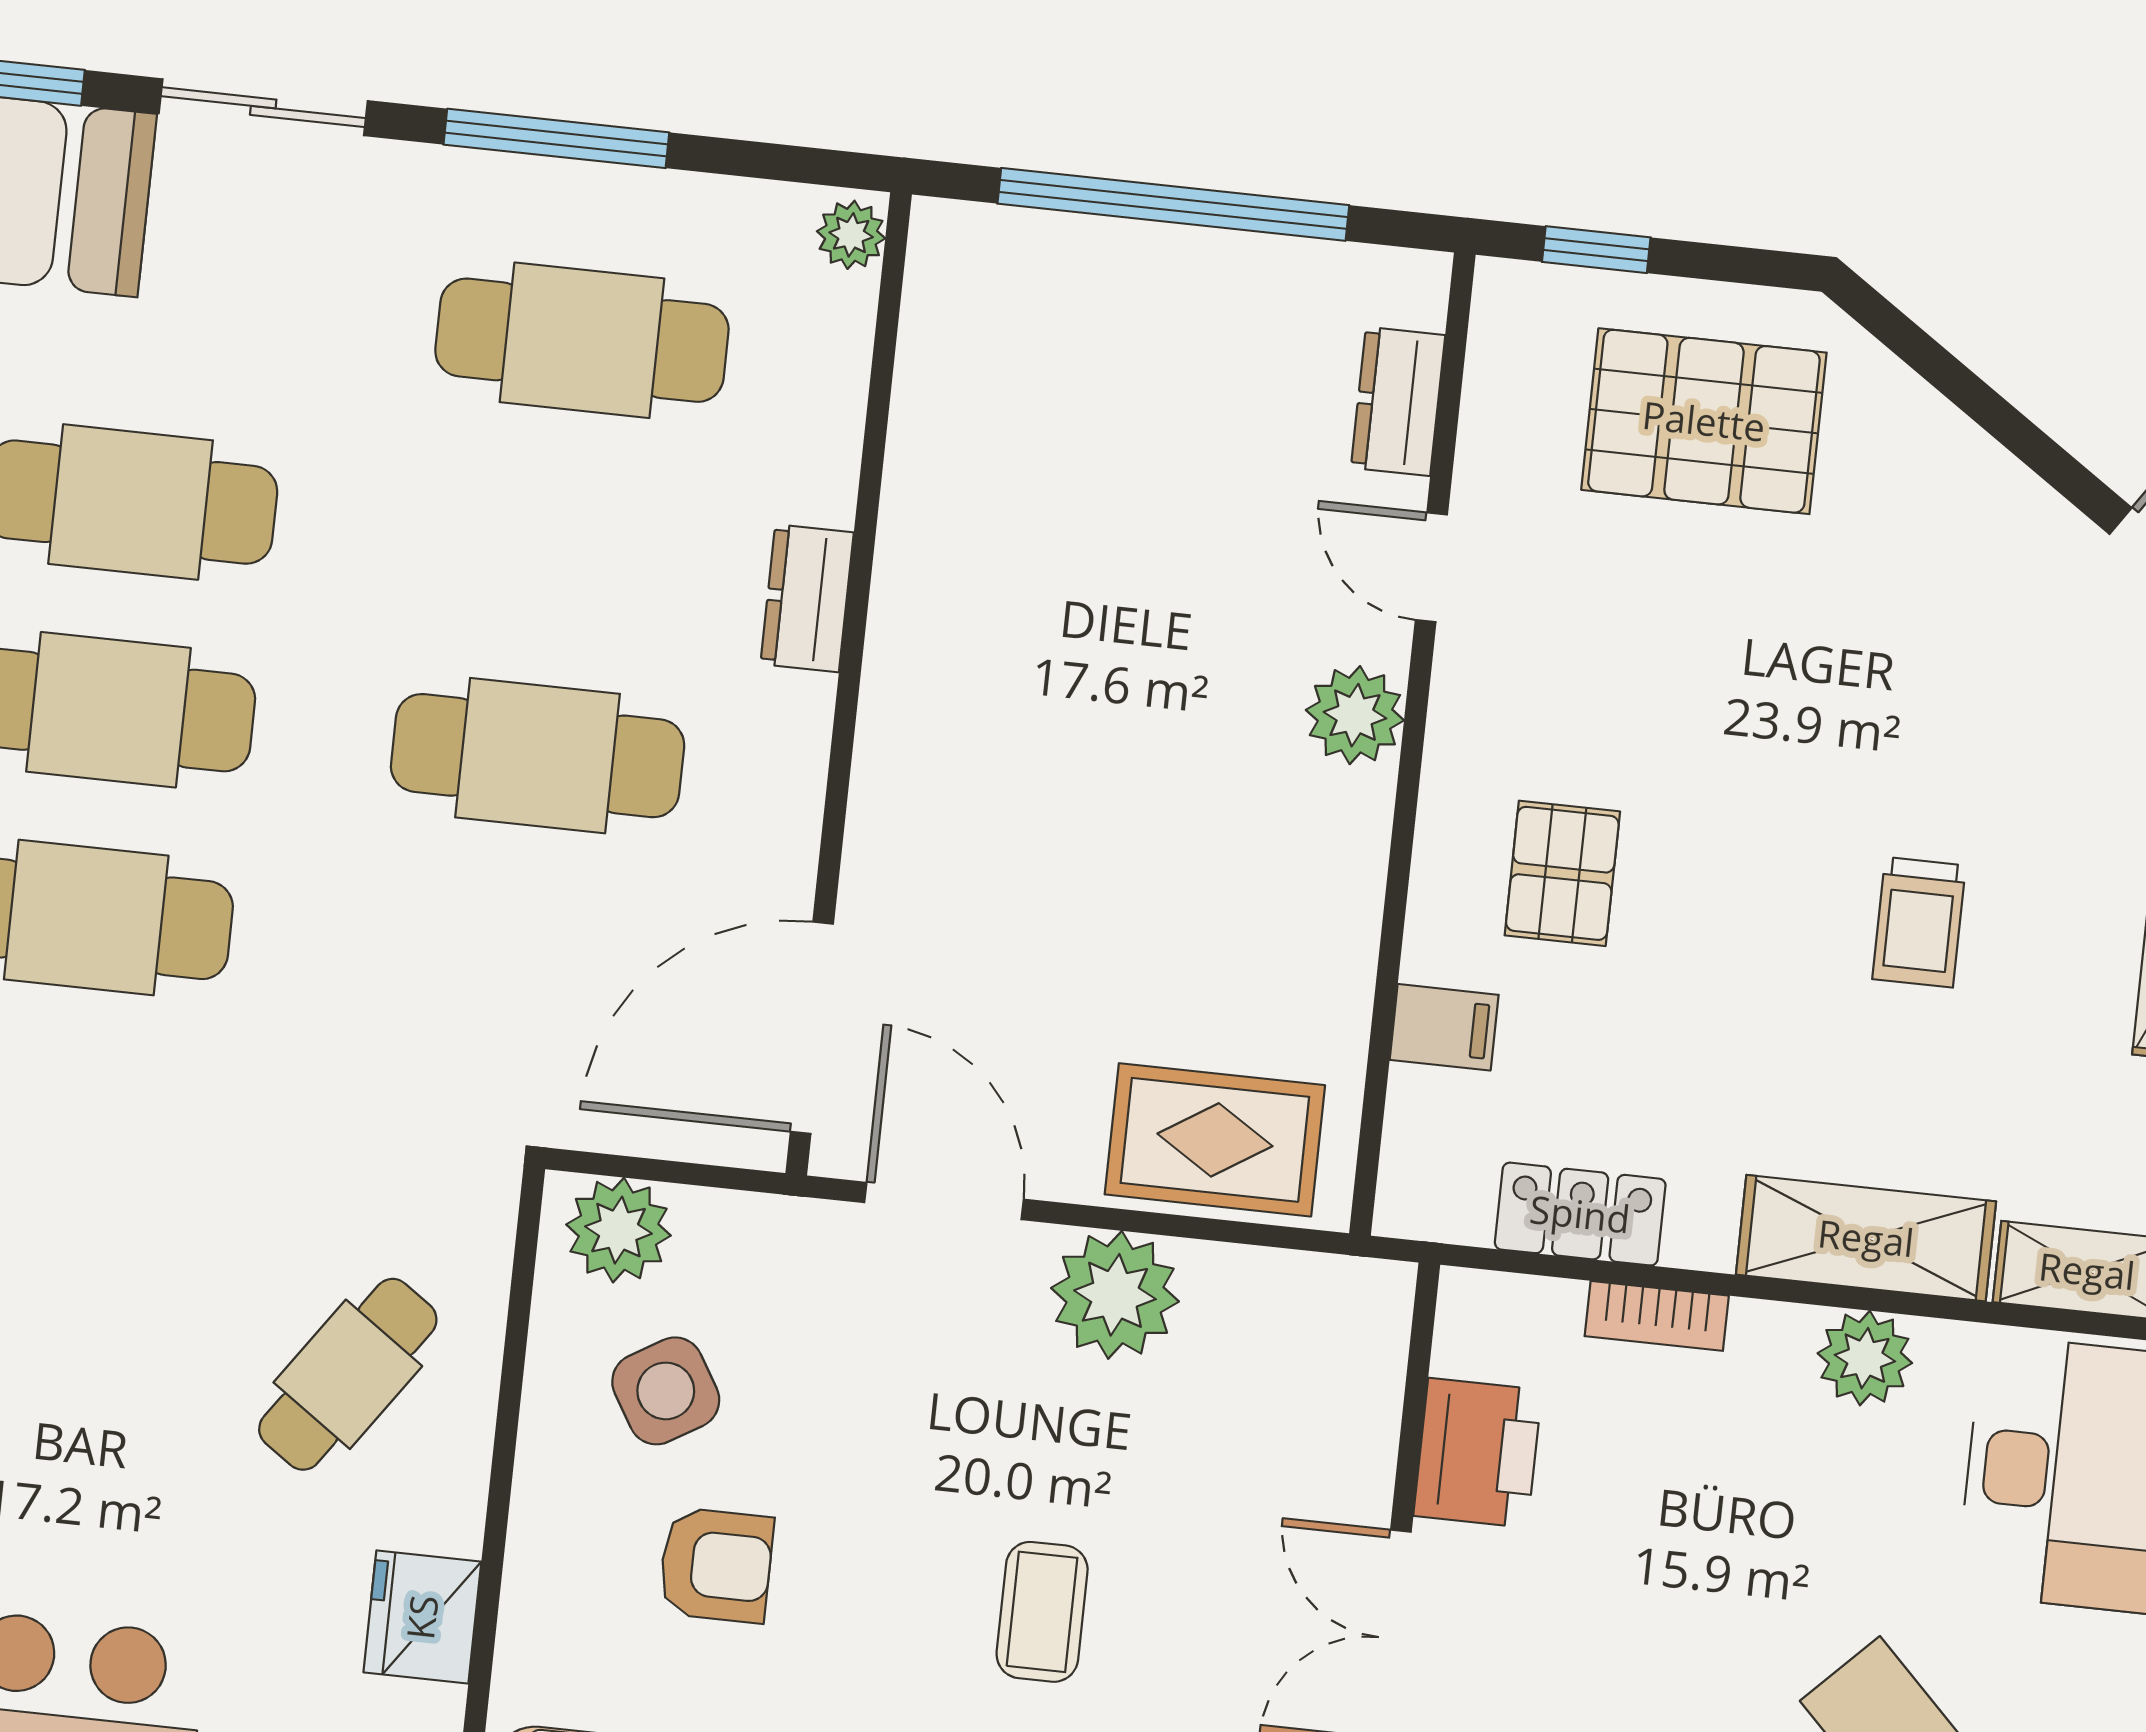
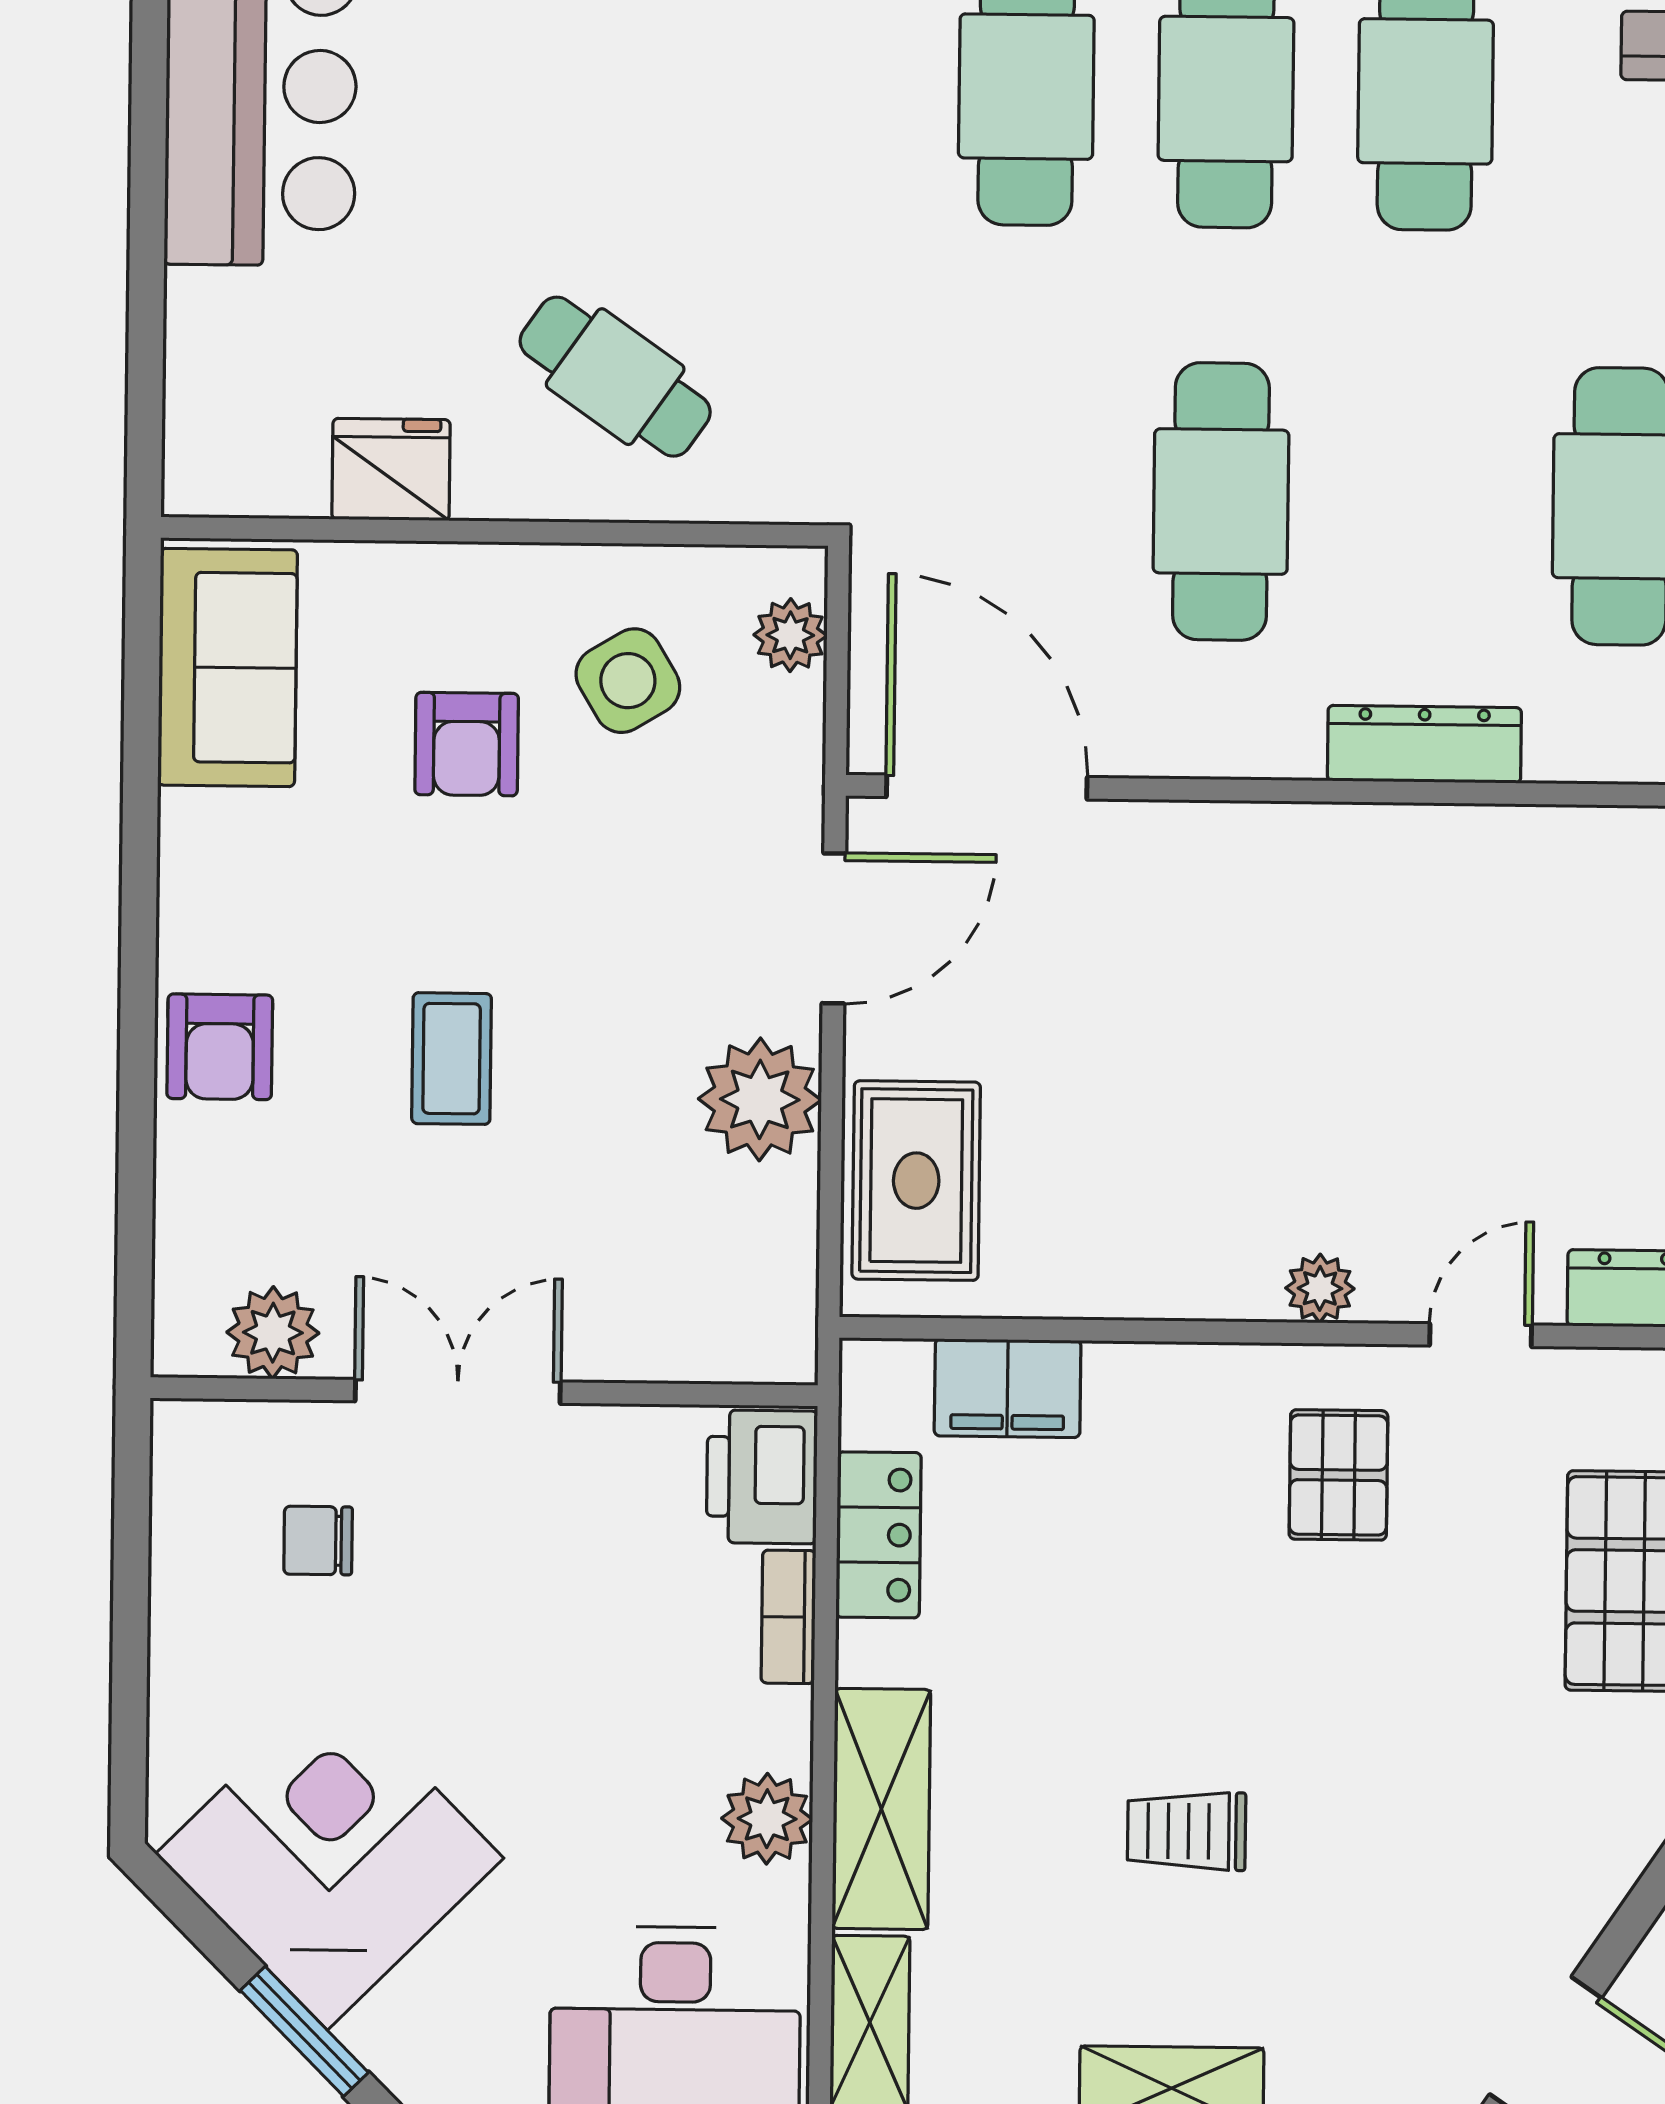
dresser: (807, 598) -> (1424, 744), width x1.44
plant: (1355, 715) -> (1320, 1288), width x0.73, depth x0.73
pallet: (1562, 873) -> (1338, 1475), moved, turned 90
filing cabinet: (1444, 1027) -> (1008, 1388), width x2.00
plant: (619, 1230) -> (790, 635), width x0.73, depth x0.73
printer: (1478, 1453) -> (762, 1477), moved, turned 90
coffee table: (1042, 1612) -> (452, 1059), turned 90

